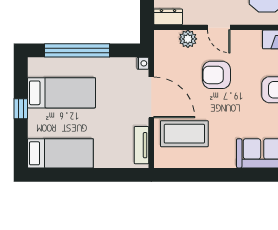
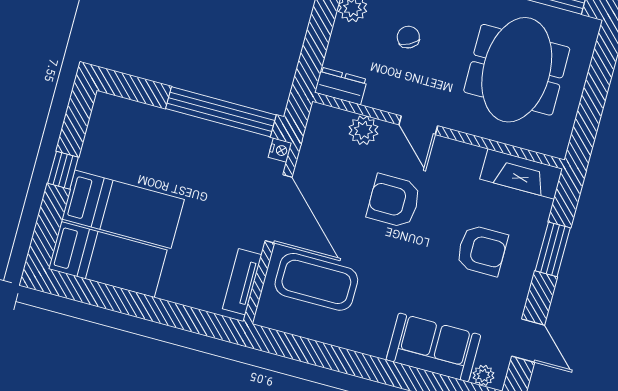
window: (77, 50) -> (221, 112), moved
bed: (61, 93) -> (123, 209), moved

